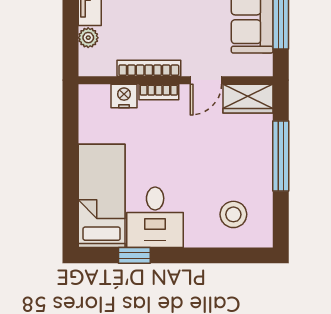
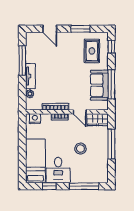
door: (206, 80) -> (80, 112), hinge flipped
nightstand: (124, 96) -> (35, 119), moved
stool: (233, 214) -> (80, 149), moved
window: (216, 255) -> (84, 186), added

